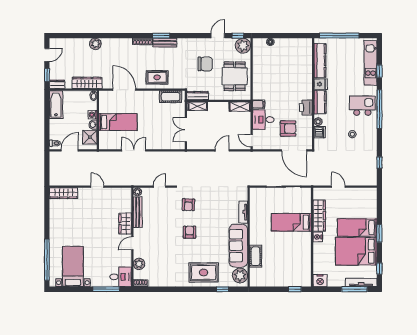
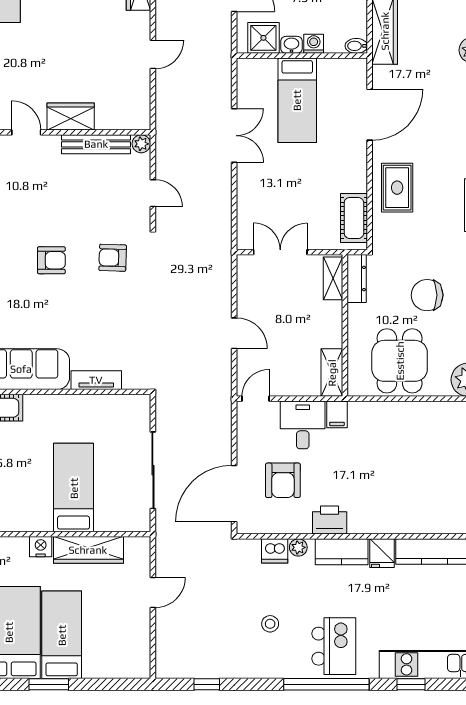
chair: (205, 64) -> (427, 295), turned 90
dining table: (235, 76) -> (400, 361), turned 90

